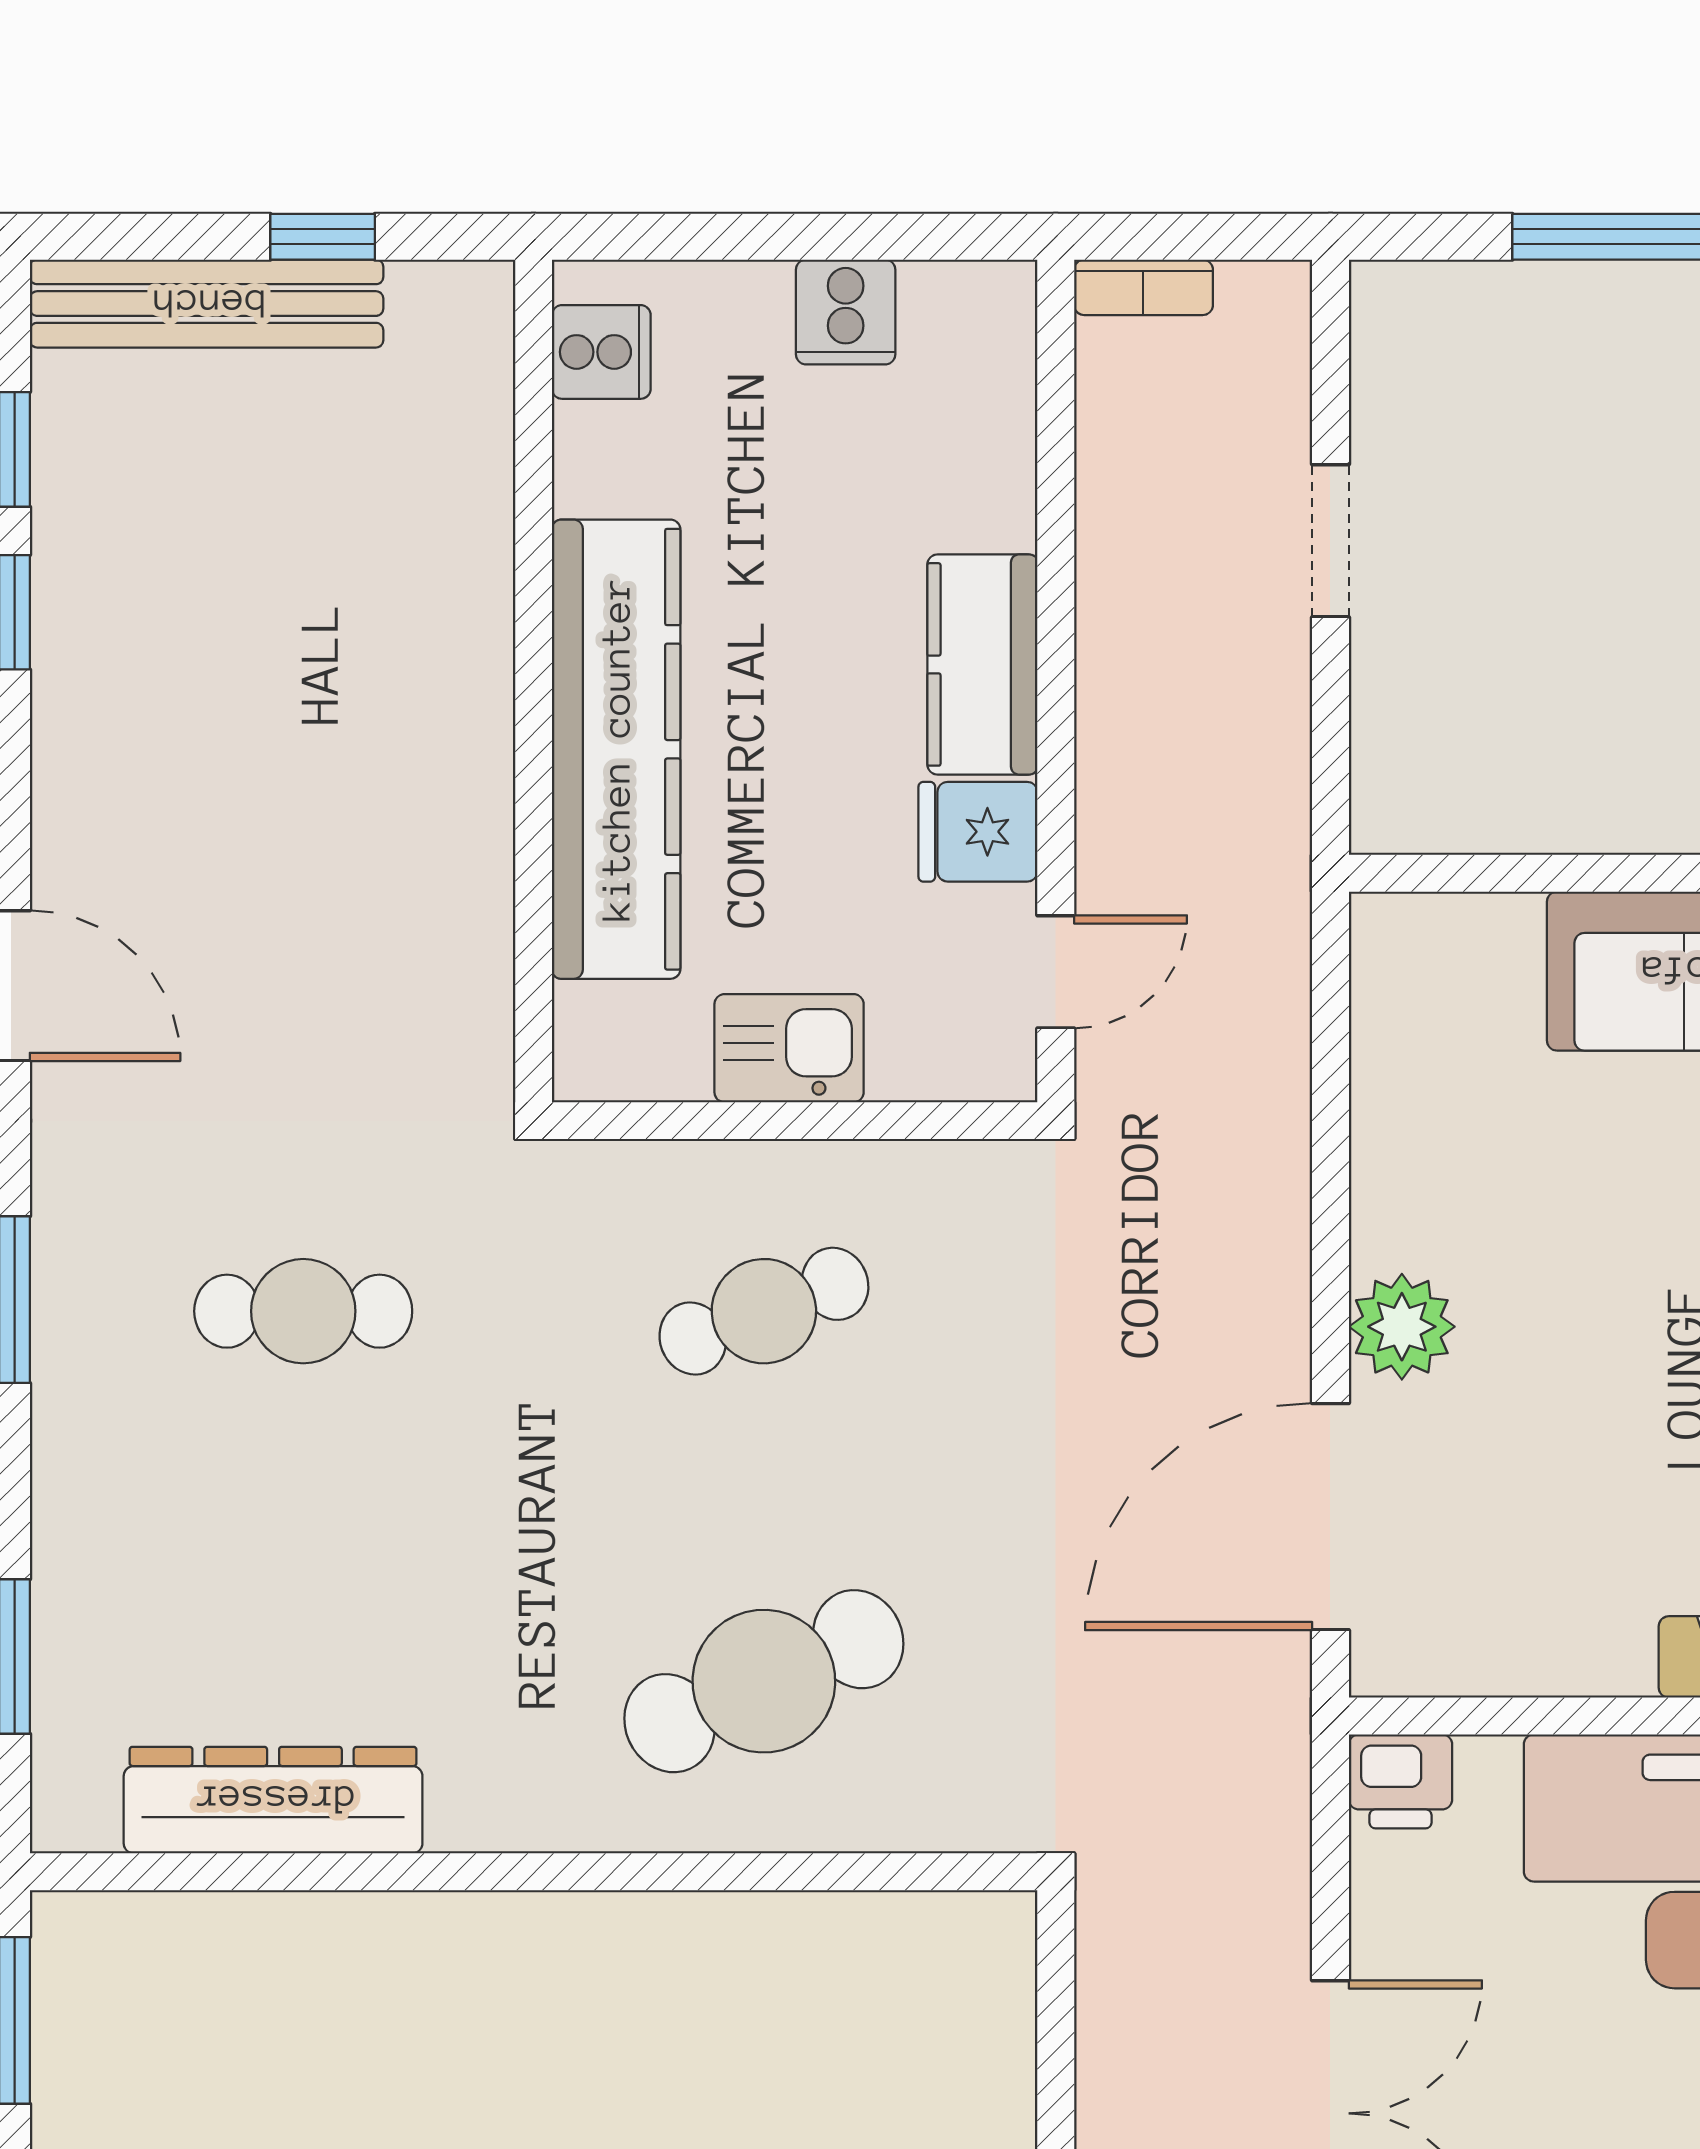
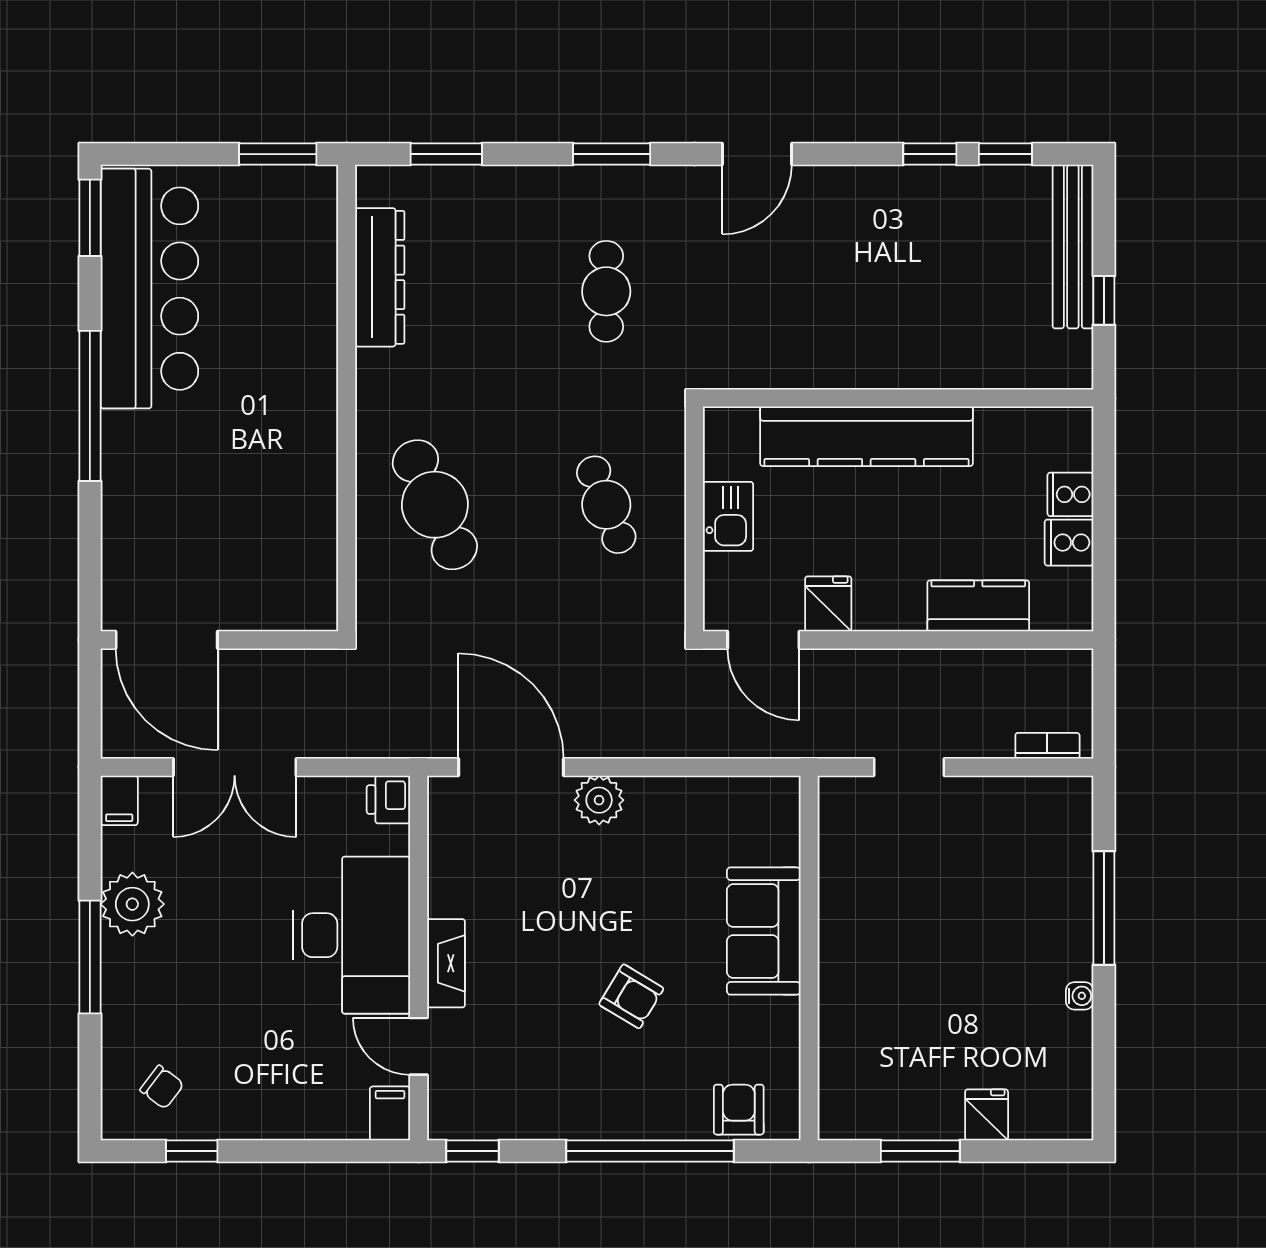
bookcase: (1143, 287) -> (1047, 746), moved, turned 90
cooker: (601, 352) -> (1070, 494), moved, turned 90
doorway: (1330, 541) -> (909, 767), moved
kitchen counter: (982, 664) -> (978, 606), moved
door: (1056, 972) -> (763, 640), width x1.38

